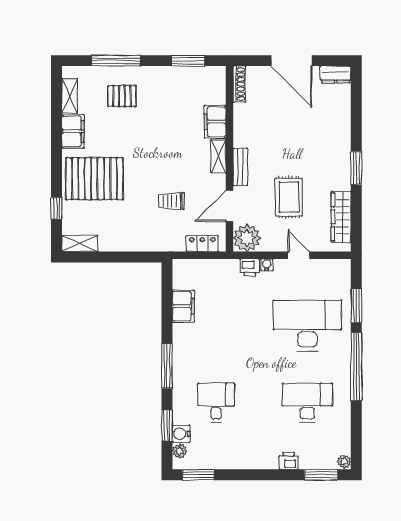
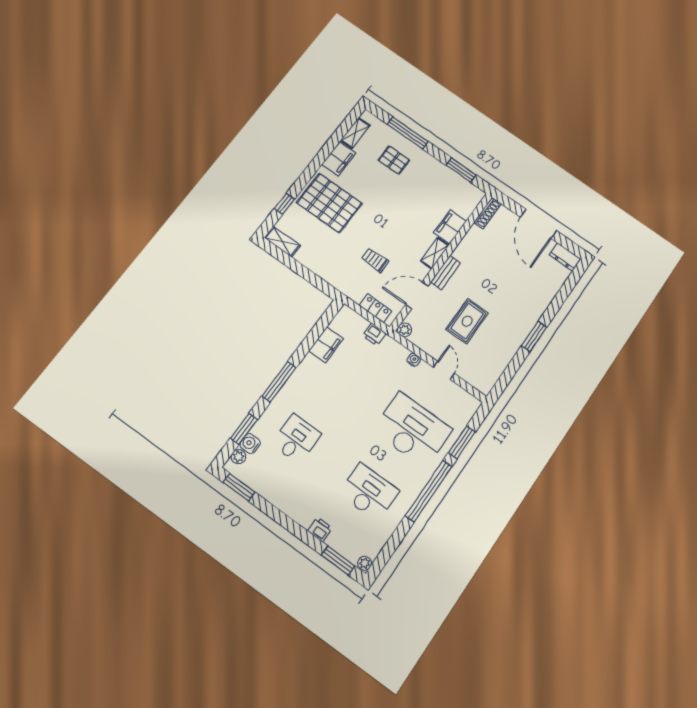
wardrobe: (341, 217) -> (497, 365), removed
plant: (247, 238) -> (405, 330), width x0.53, depth x0.53
printer: (250, 267) -> (374, 335), moved

